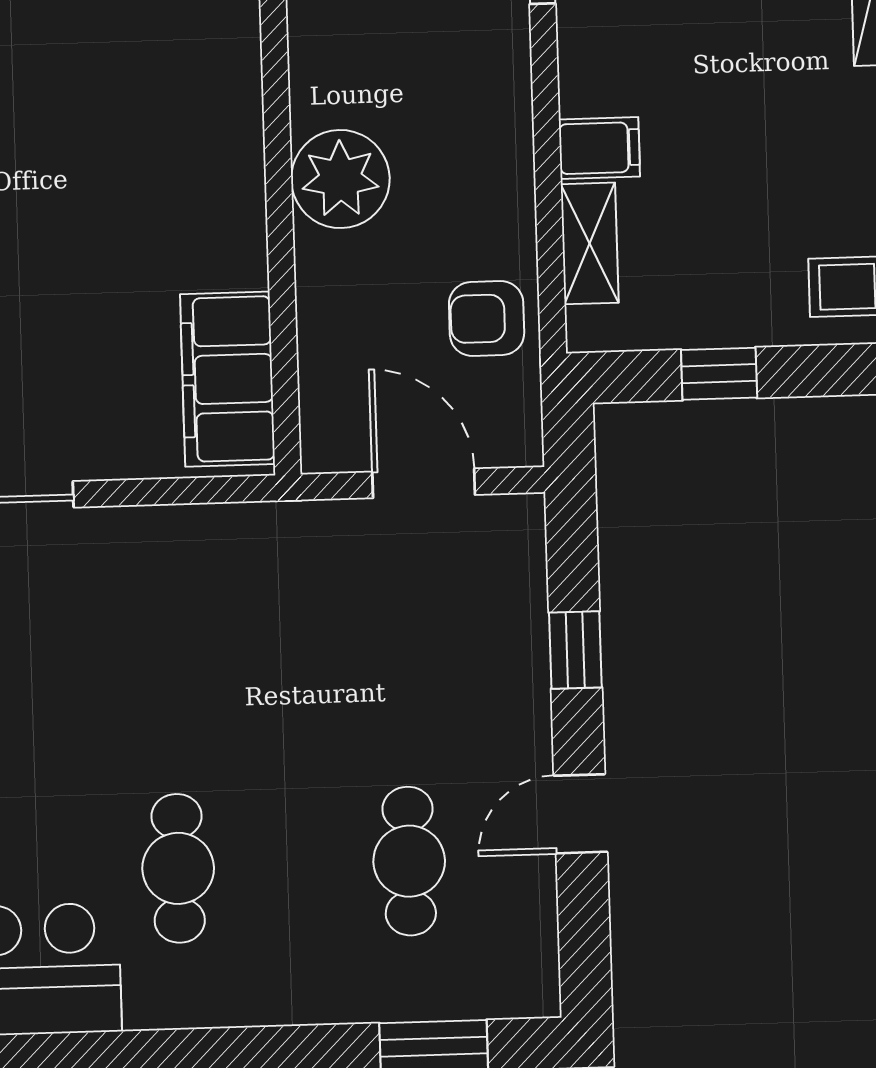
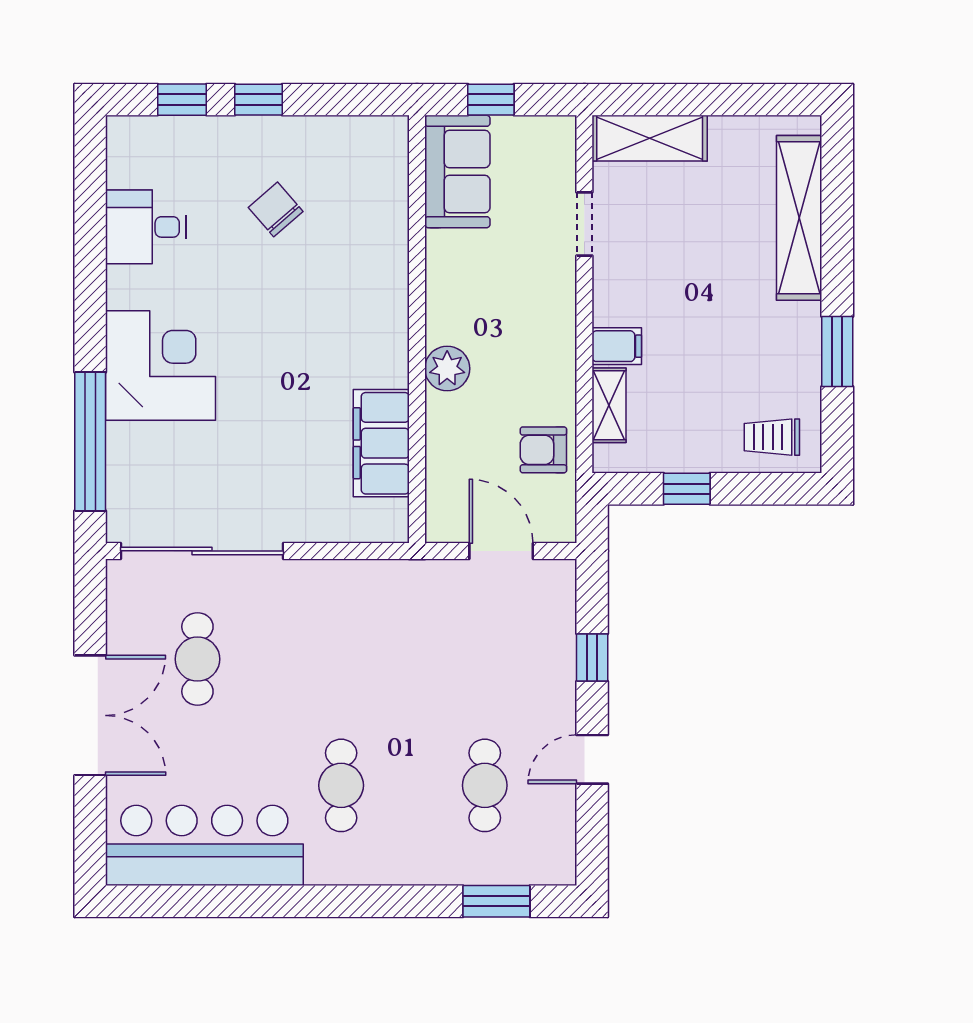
plant: (340, 179) -> (447, 369), width x0.73, depth x0.73
filing cabinet: (228, 379) -> (381, 443), moved

